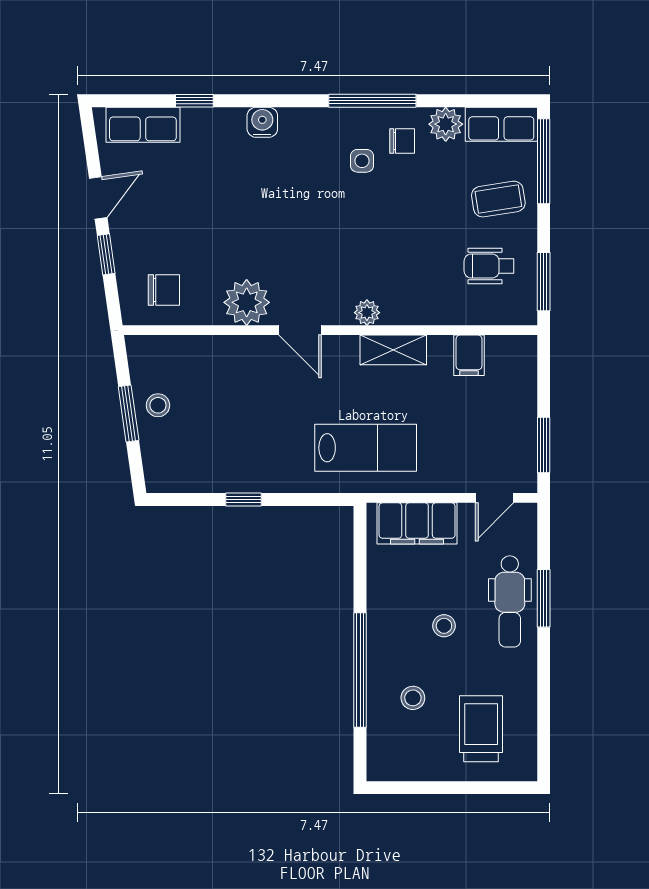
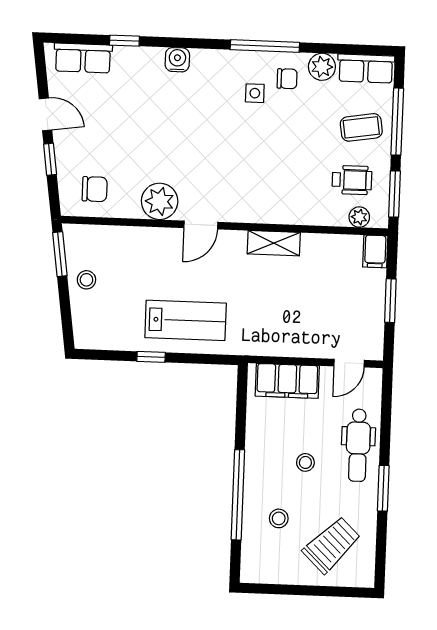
window: (544, 161) -> (397, 122), moved
door: (98, 198) -> (46, 114), hinge flipped
wheelchair: (489, 266) -> (352, 180), turned 180
plant: (367, 313) -> (359, 217), moved
door: (300, 330) -> (201, 225), hinge flipped
filing cabinet: (469, 355) -> (375, 251), moved
window: (129, 414) -> (60, 254), moved
window: (544, 445) -> (390, 301), moved
lab bench: (366, 448) -> (186, 320), moved
window: (544, 598) -> (383, 488), moved
trolley: (481, 729) -> (332, 545), turned 44

